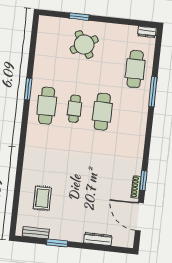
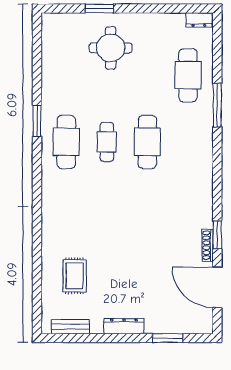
round table: (84, 45) -> (111, 48), turned 32
dresser: (98, 239) -> (124, 326), moved
window: (57, 243) -> (168, 338), moved

